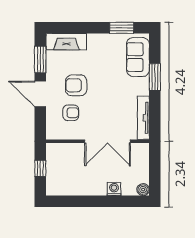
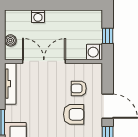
washing machine: (54, 151) -> (94, 52), added
boiler: (143, 190) -> (10, 40), moved

